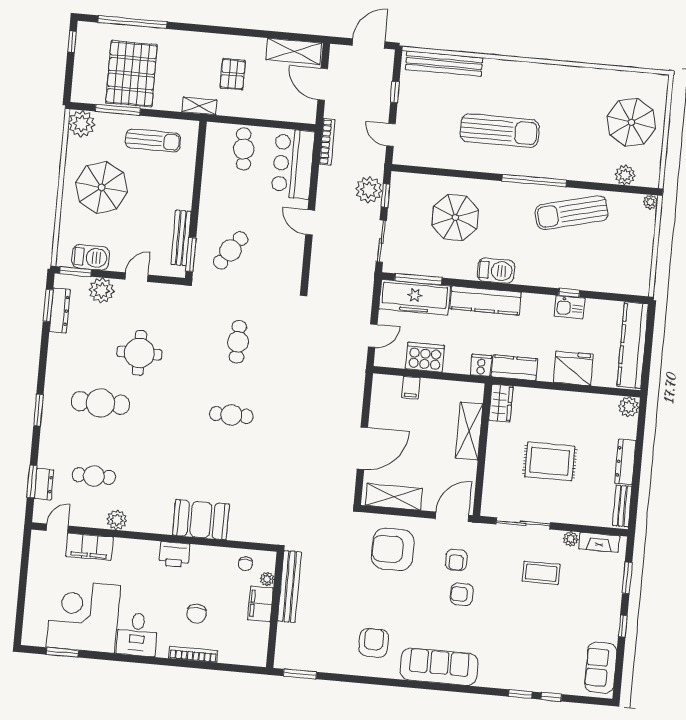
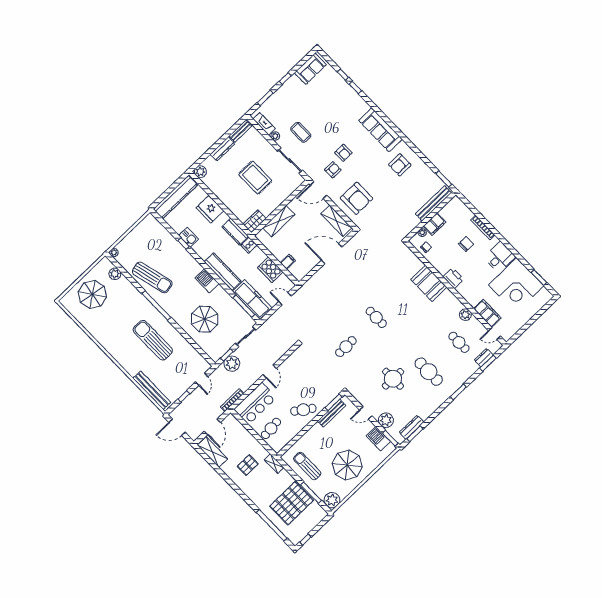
cafe table: (231, 250) -> (303, 410), moved
bench: (290, 587) -> (433, 203), moved

